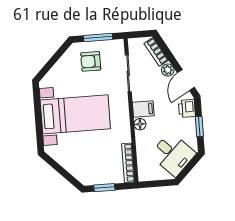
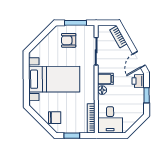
plant: (168, 70) -> (126, 51), removed
desk: (173, 154) -> (110, 120), moved, turned 45
chair: (80, 165) -> (55, 118), added

